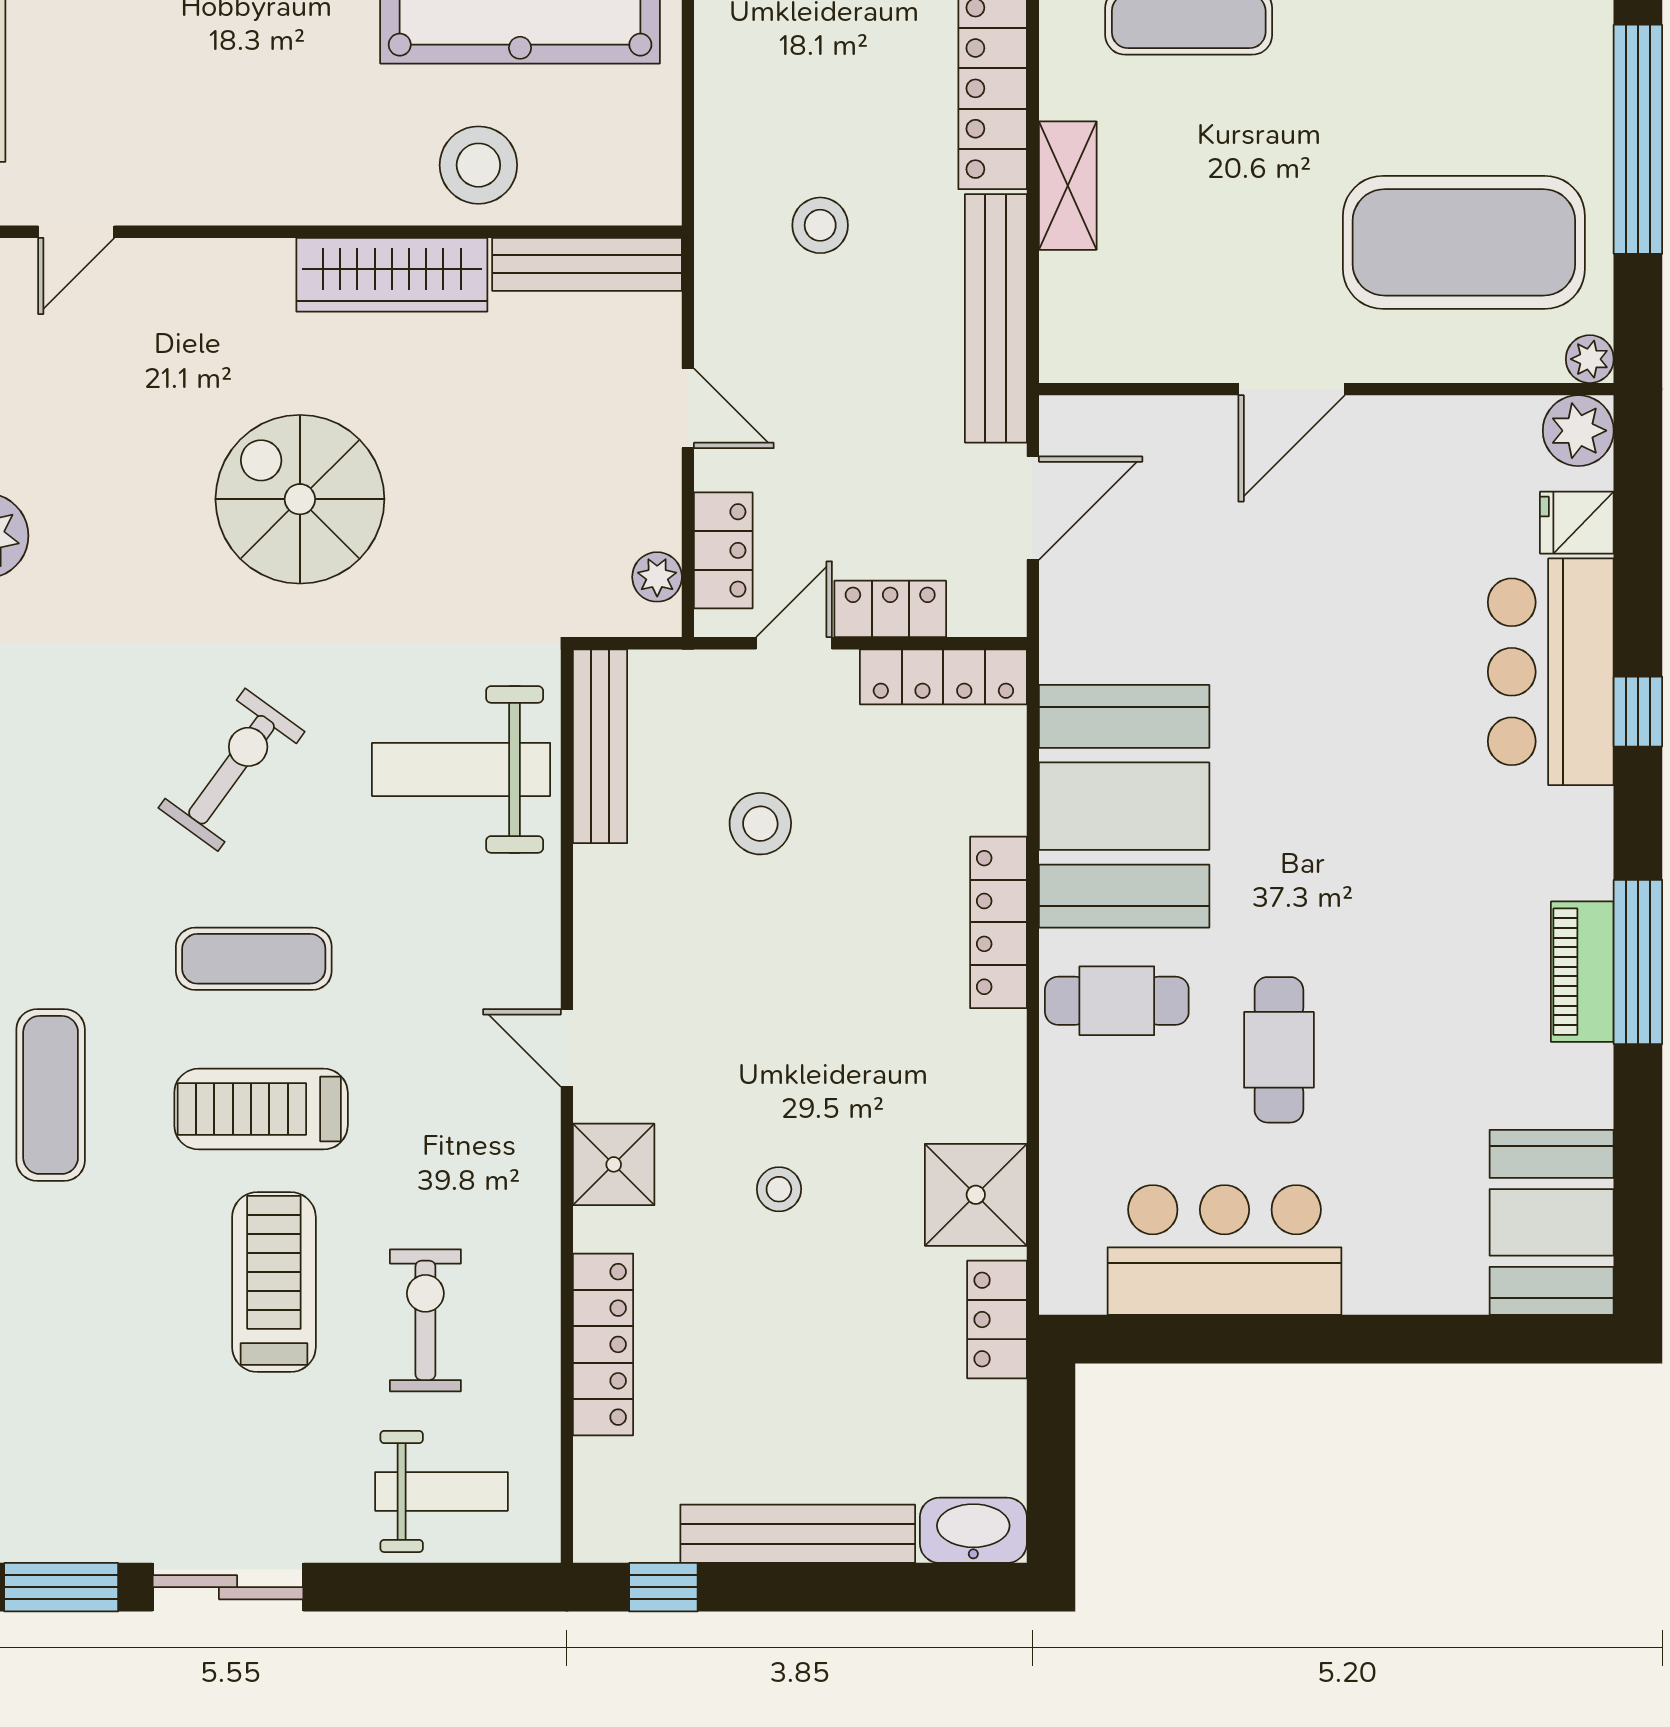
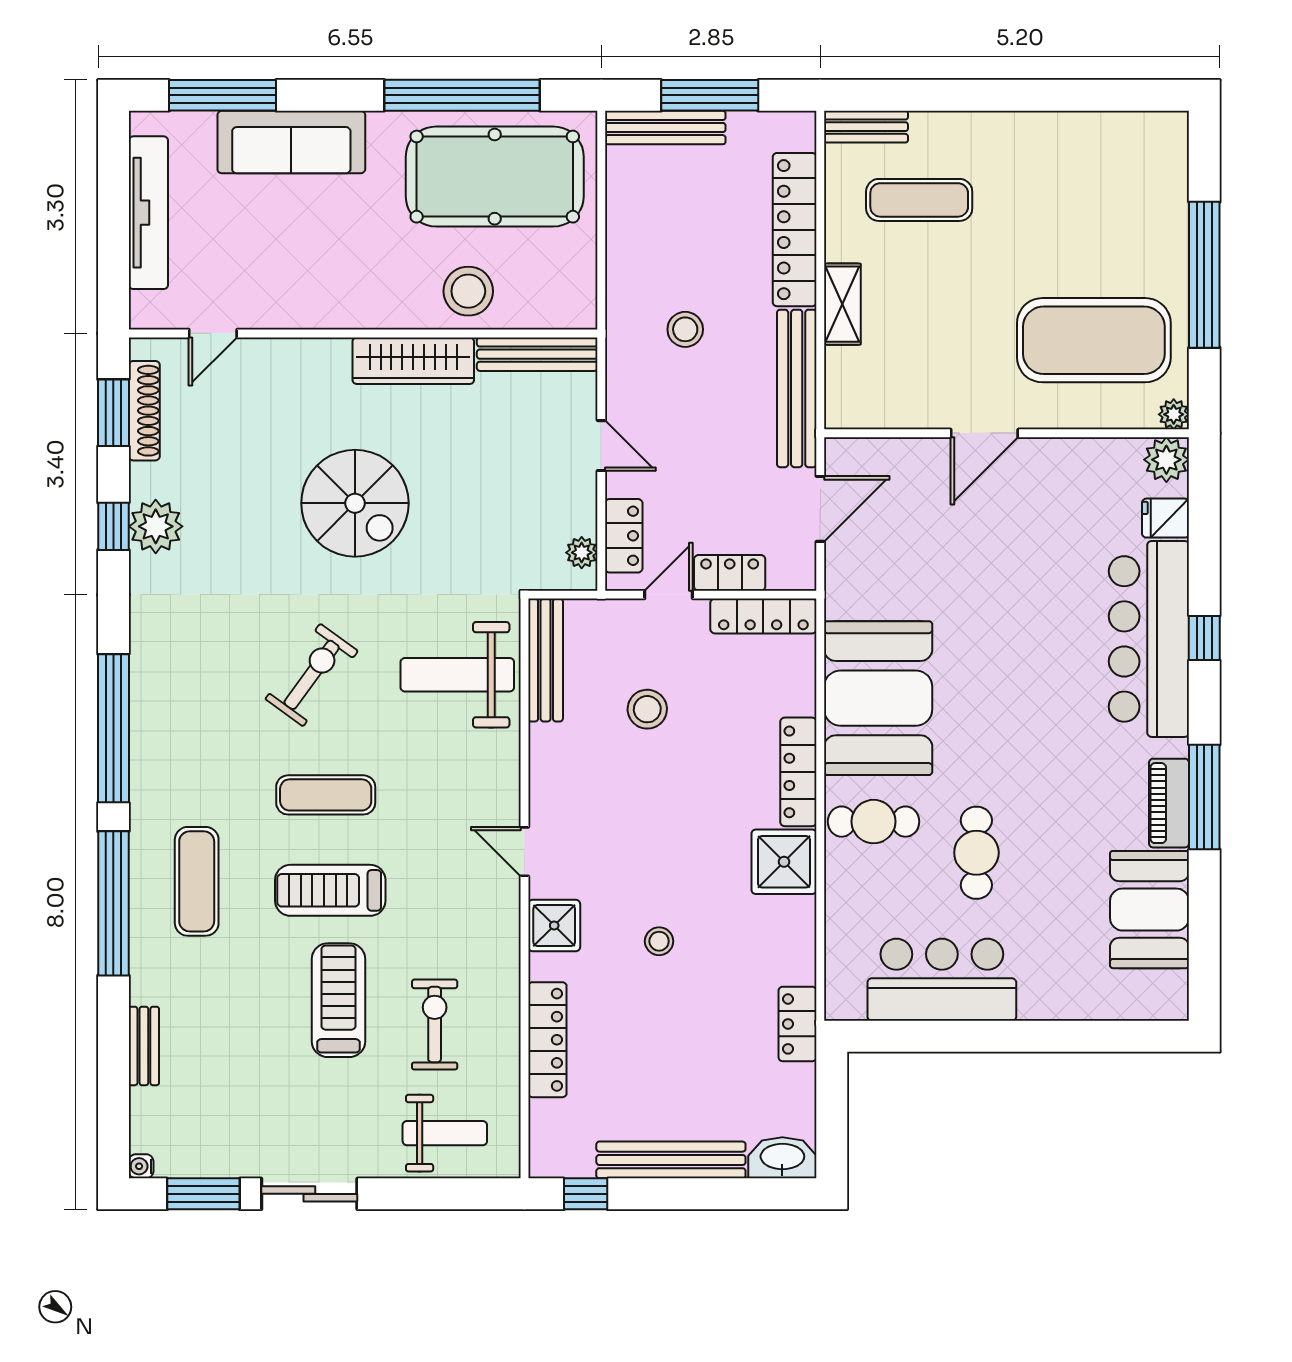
spiral stairs: (300, 499) -> (355, 503), turned 180
bar counter: (1551, 672) -> (1149, 639), width x1.36
shower: (976, 1195) -> (784, 862), moved
booth: (1552, 1222) -> (1150, 910), moved

